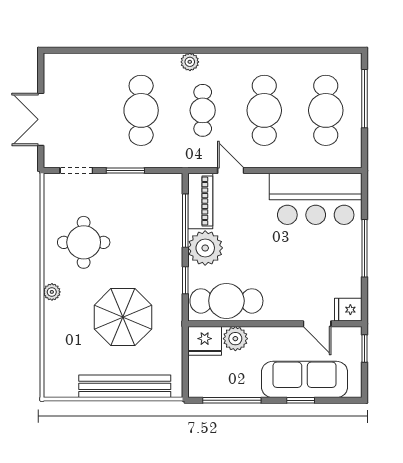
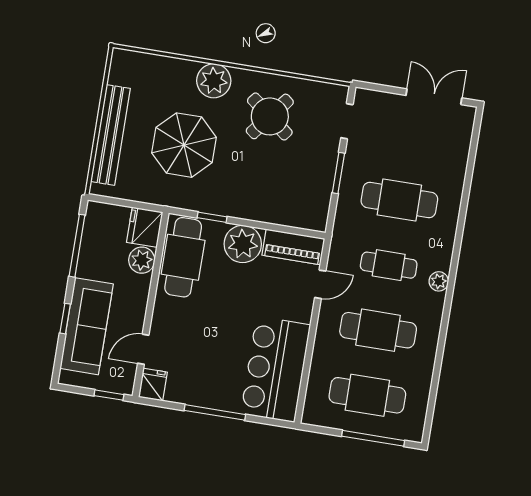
plant: (190, 62) -> (439, 281), moved
double door: (41, 119) -> (434, 97), moved
window: (185, 221) -> (275, 228), removed
round table: (84, 242) -> (270, 116), turned 38
plant: (52, 292) -> (214, 81), width x1.88, depth x1.88

